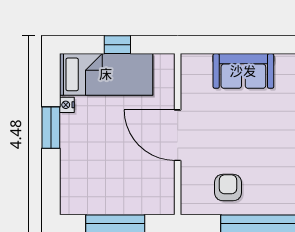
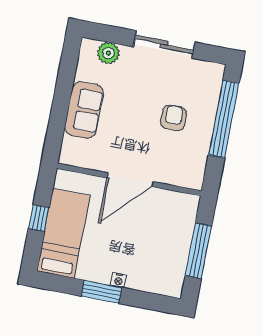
nightstand: (67, 105) -> (119, 280), moved
armchair: (228, 188) -> (174, 118), moved, turned 90

